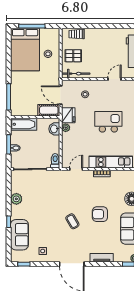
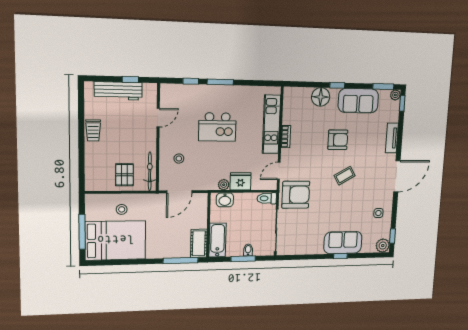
trolley: (77, 34) -> (93, 130), moved
door: (114, 79) -> (158, 118), swing flipped
cot: (49, 110) -> (199, 243), moved
fridge: (68, 115) -> (240, 181), moved
kitchen island: (108, 122) -> (217, 127), turned -90
door: (76, 169) -> (279, 171), hinge flipped
armchair: (58, 183) -> (296, 195), added
plant: (16, 199) -> (383, 246), moved
armchair: (100, 214) -> (338, 140), turned -90
sofa: (19, 235) -> (343, 243), moved

